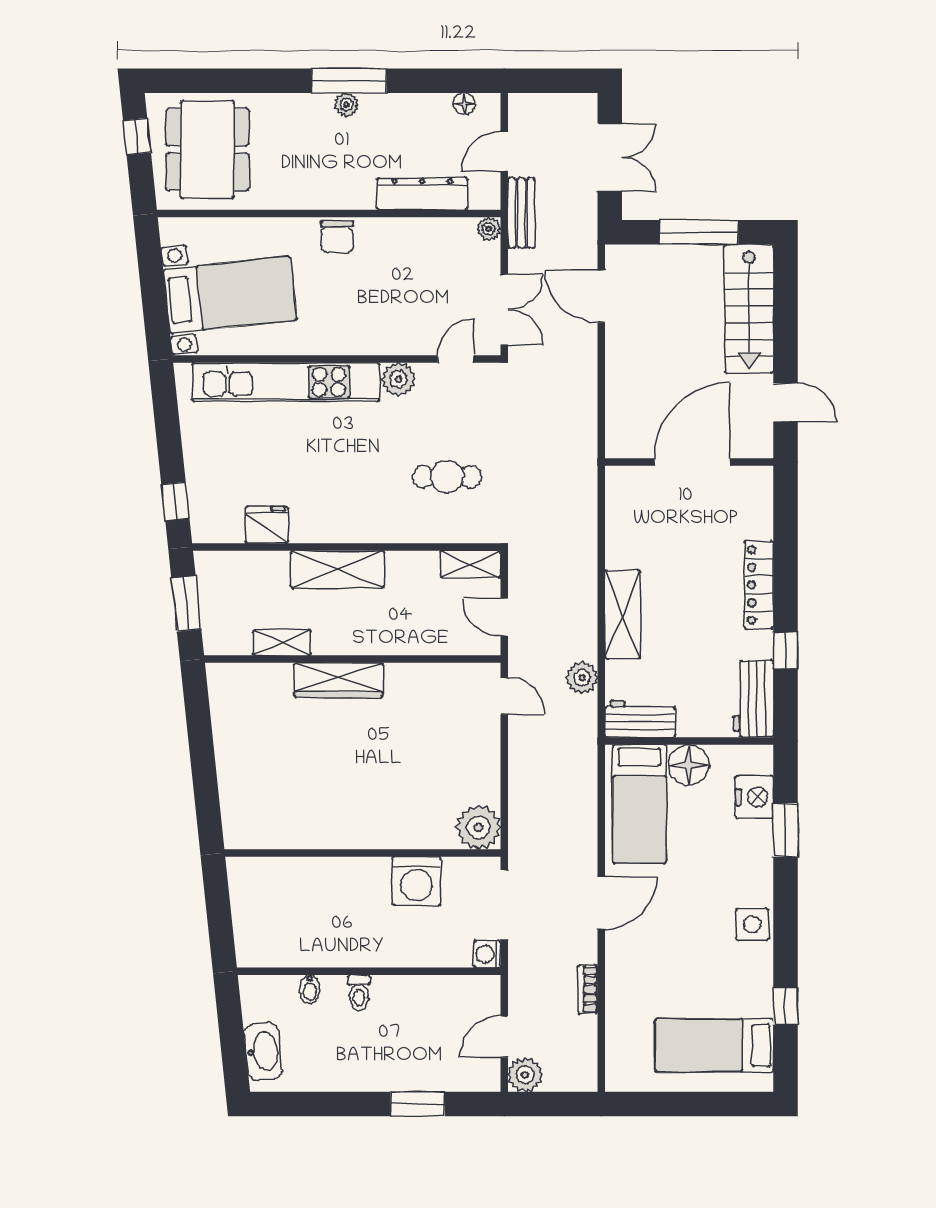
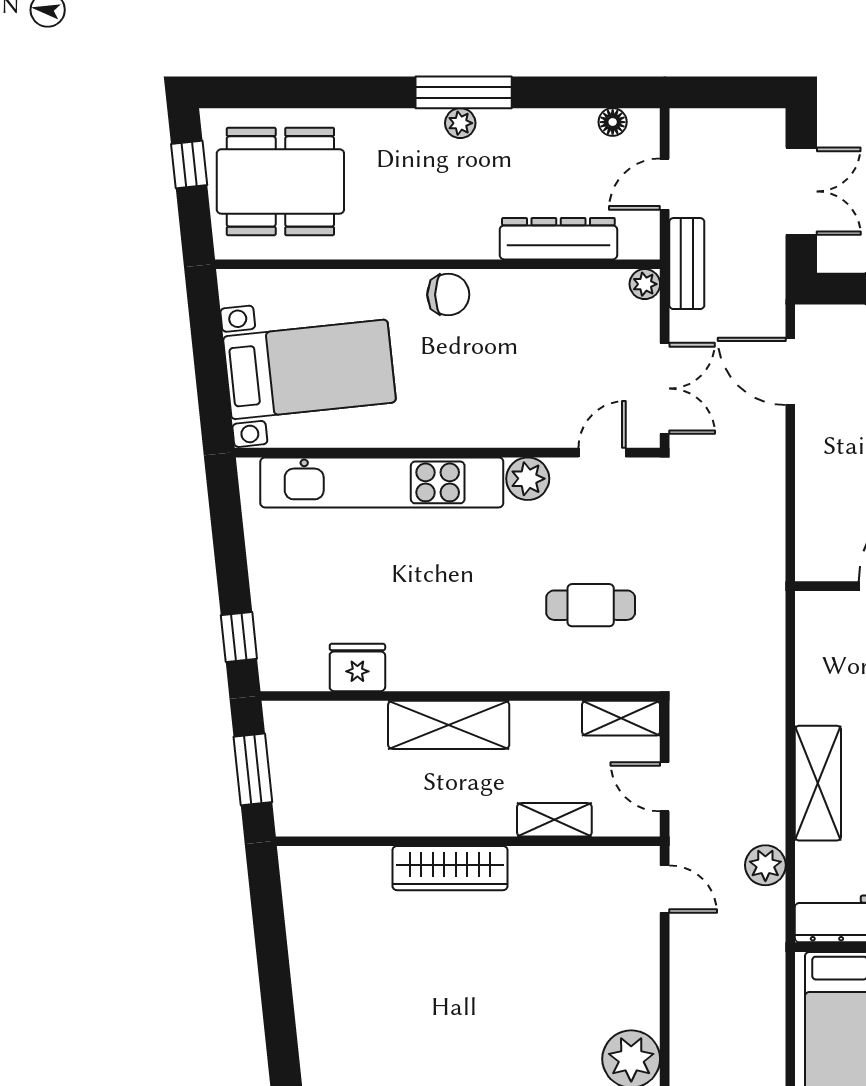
dining table: (208, 150) -> (280, 181), turned 90
chair: (337, 237) -> (448, 295), turned -90
shelving: (282, 643) -> (554, 820), moved

